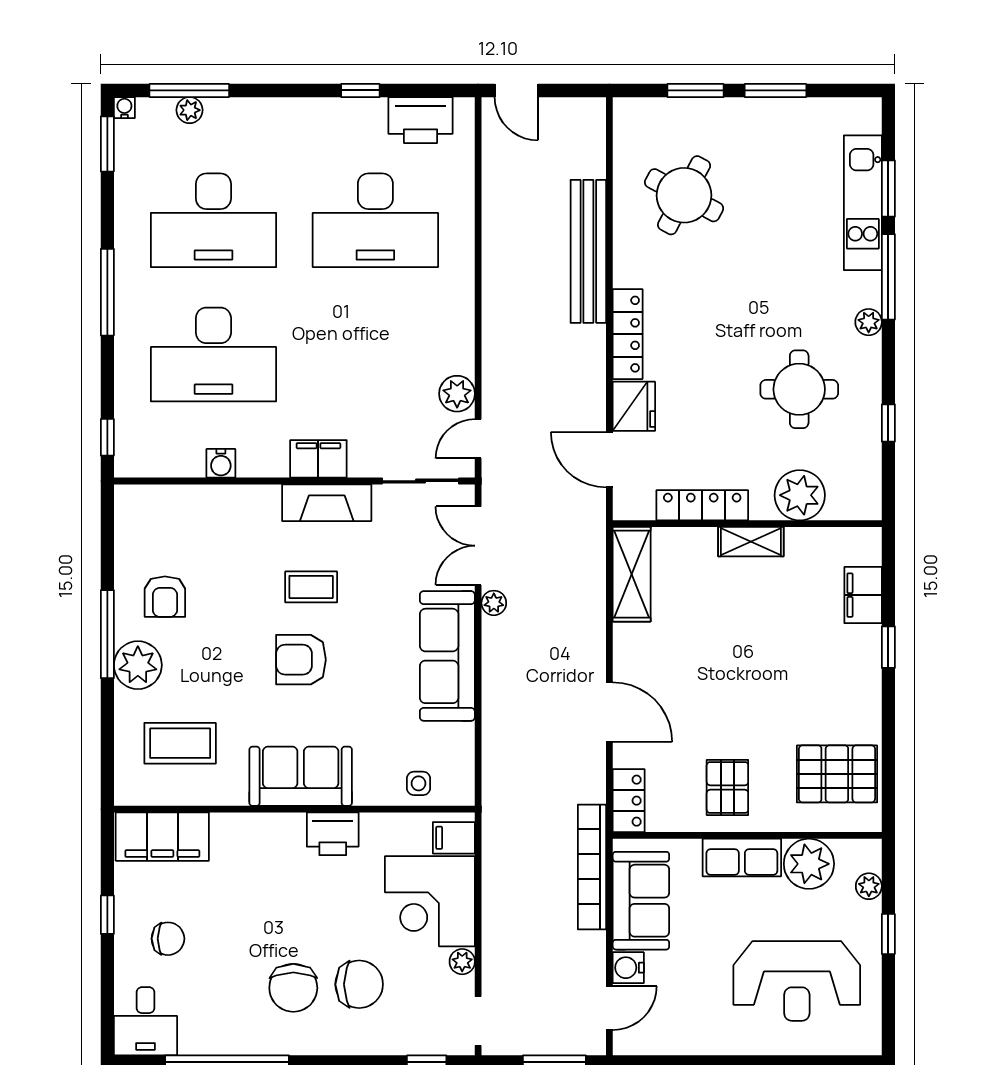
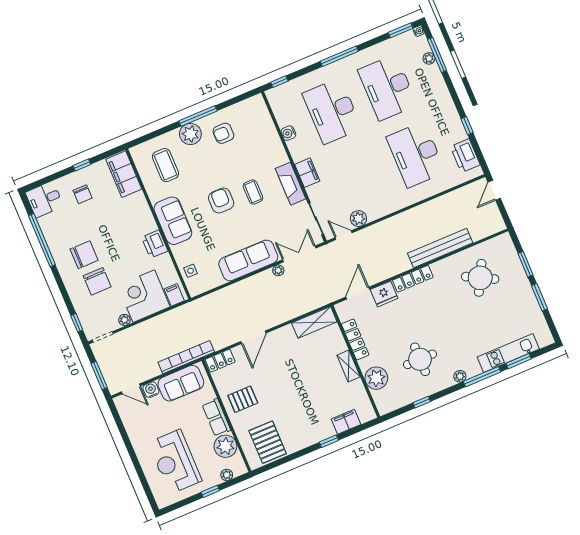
chair: (293, 988) -> (84, 255), turned 180

